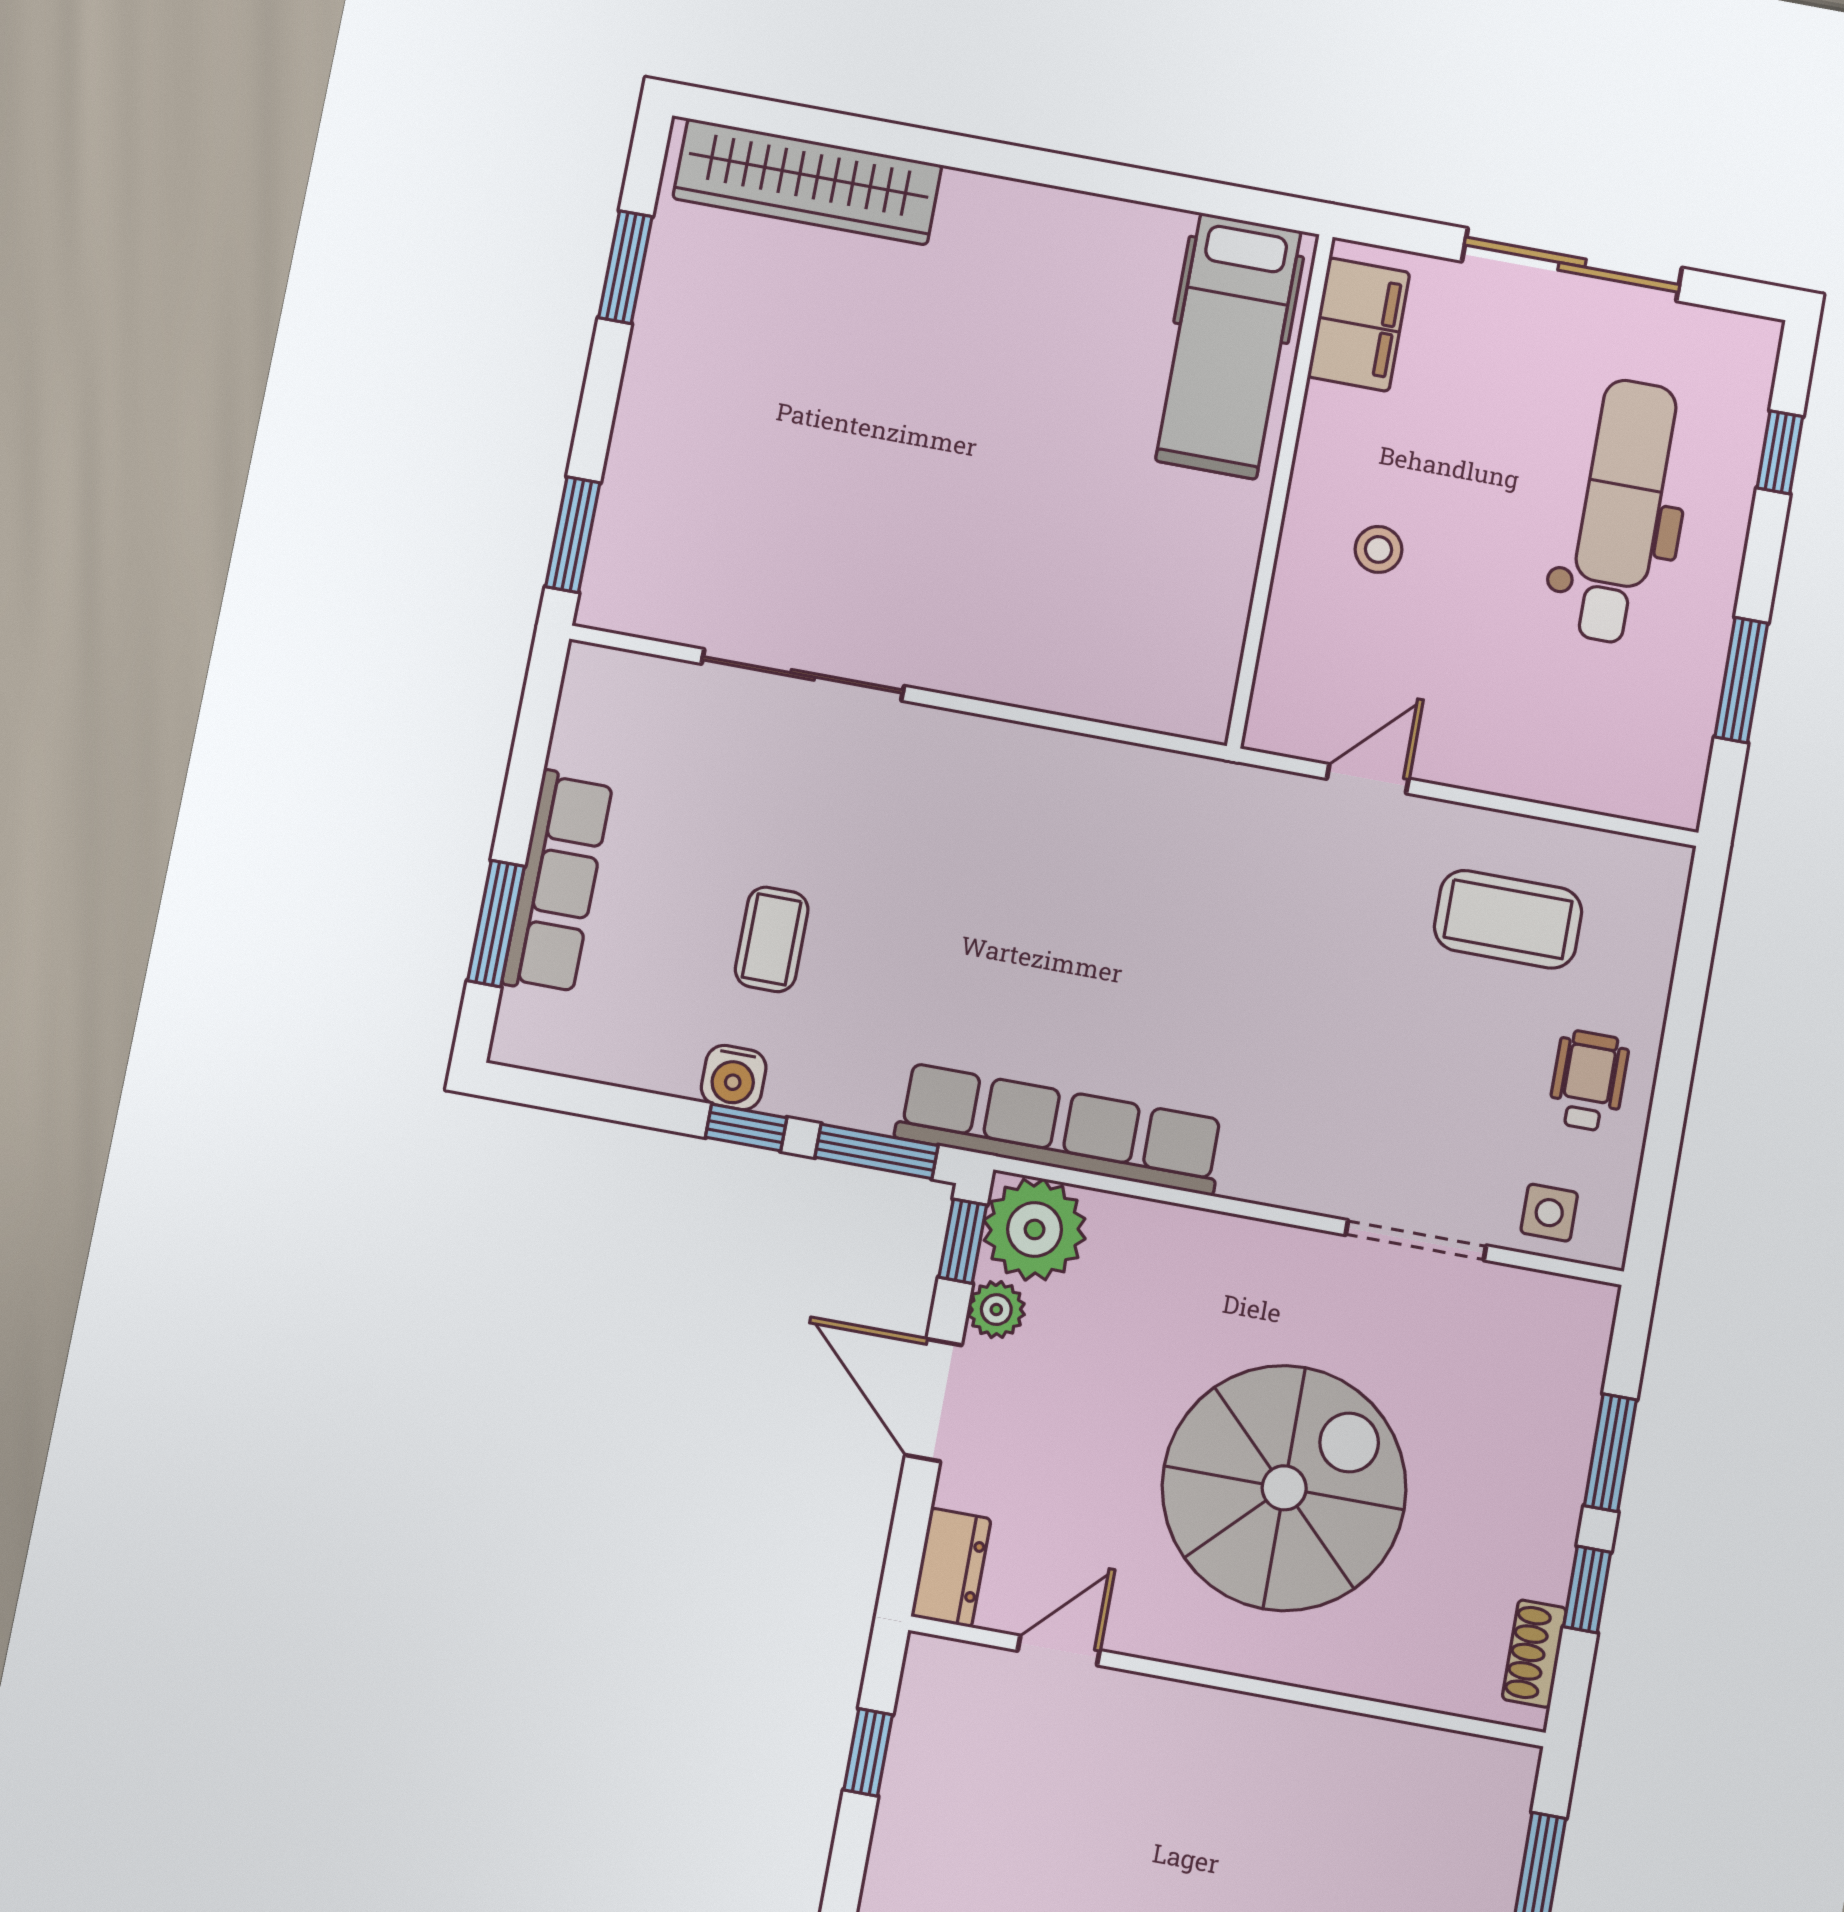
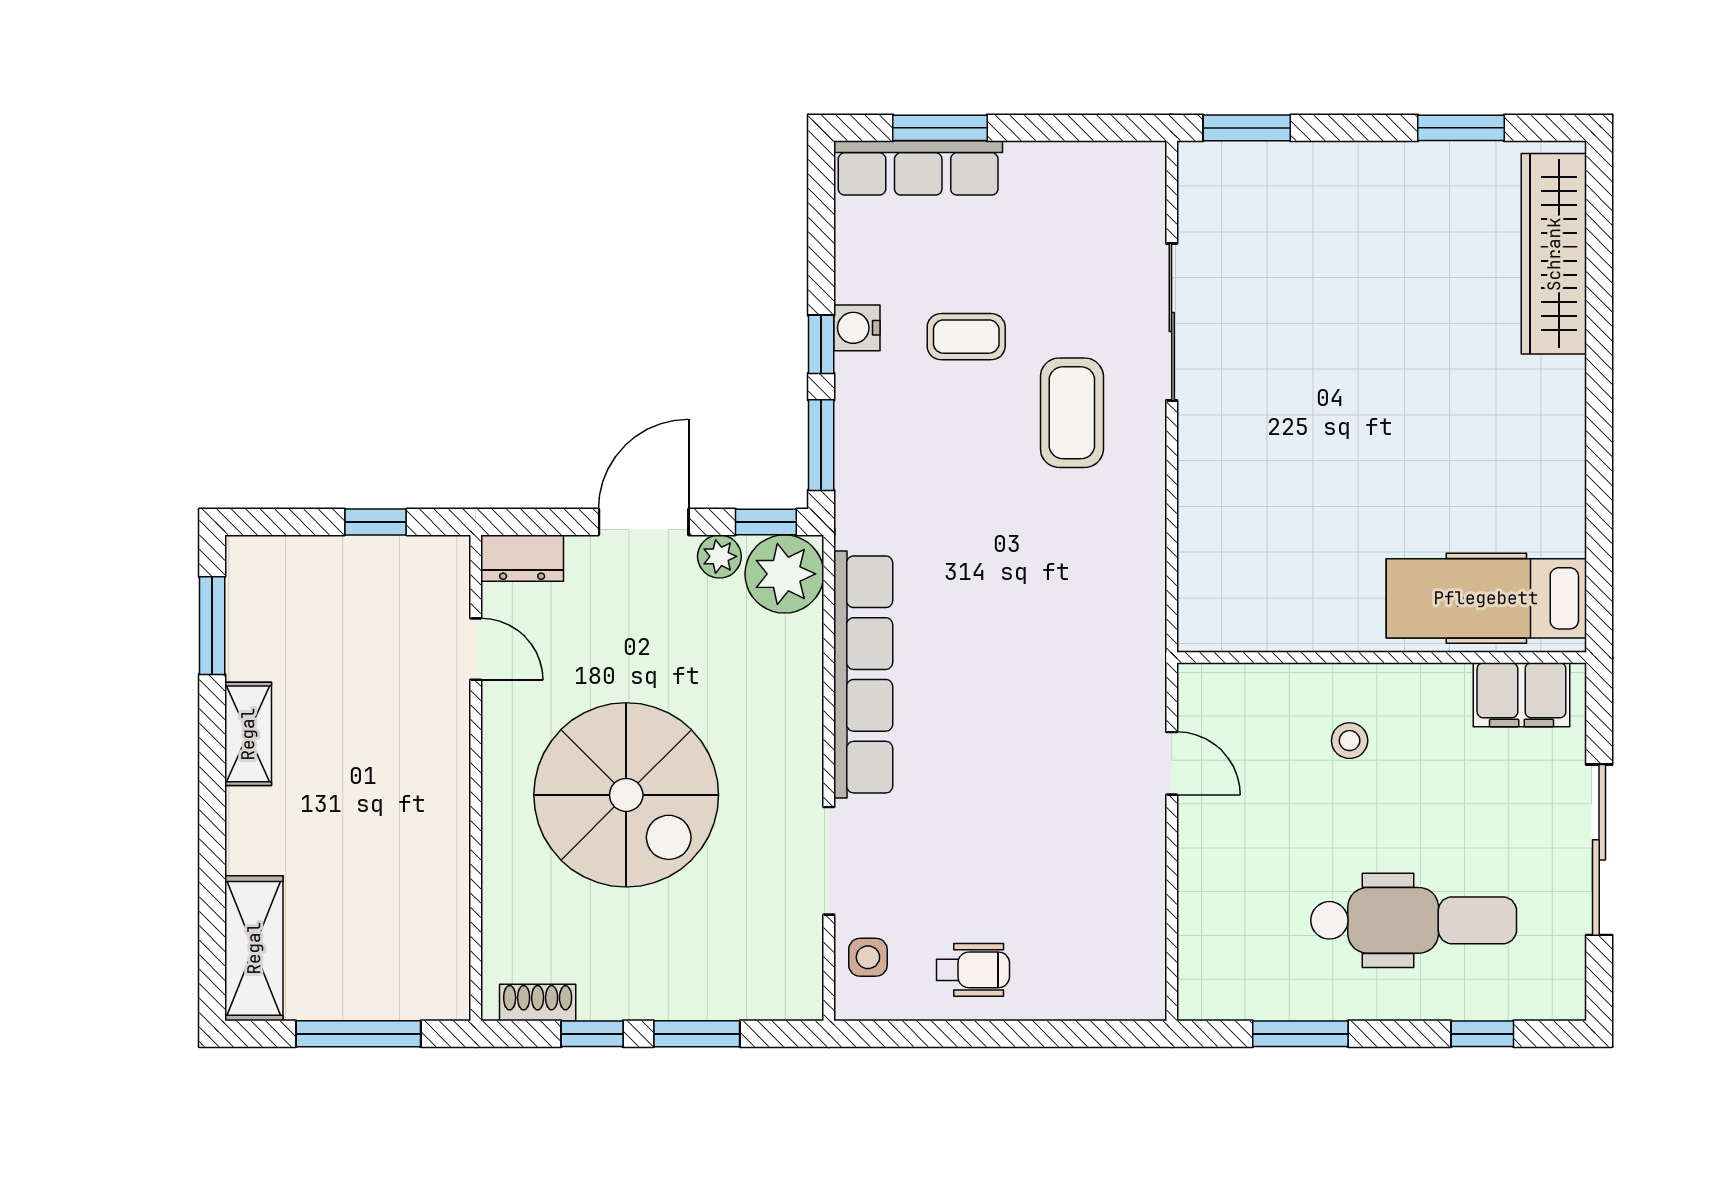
row of seats: (558, 883) -> (918, 168), moved
coffee table: (1508, 919) -> (1072, 413), moved
row of seats: (1060, 1129) -> (863, 674), moved

